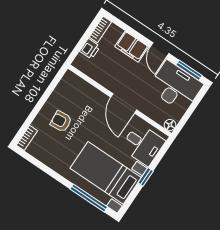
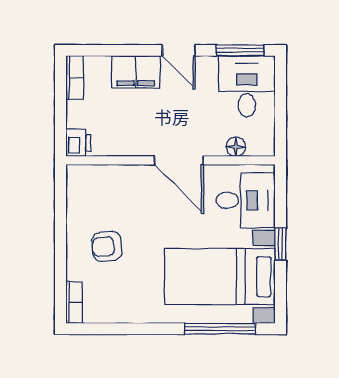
printer: (90, 49) -> (78, 143), moved
desk: (176, 86) -> (247, 86), width x0.73
floor lamp: (170, 125) -> (236, 147), moved

